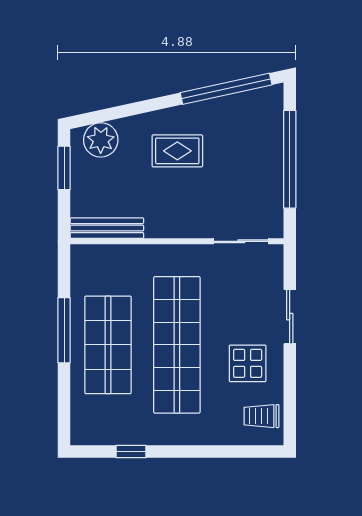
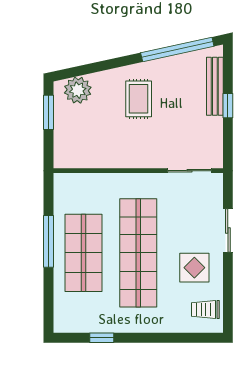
rug: (177, 151) -> (139, 99), turned 90
window: (290, 159) -> (228, 106), width x0.32
bench: (107, 228) -> (215, 86), moved, turned 90

